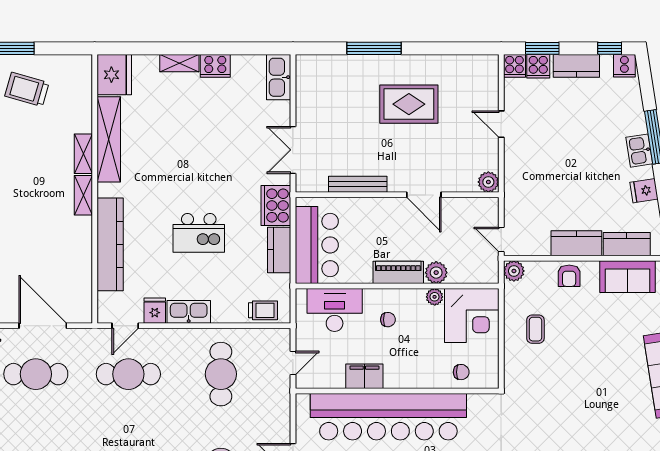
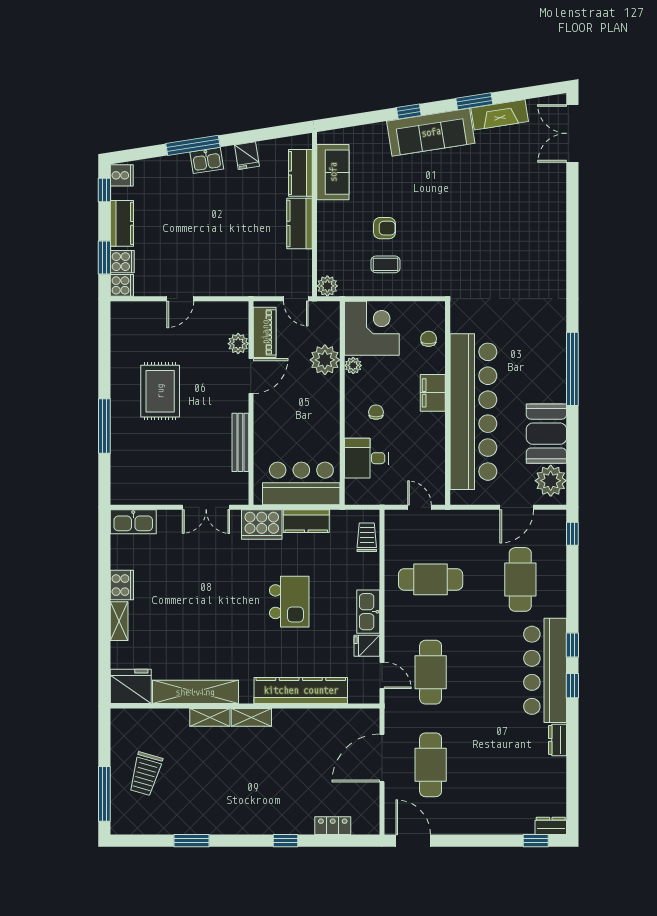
plant: (488, 182) -> (238, 344), moved
door: (501, 239) -> (296, 299), hinge flipped
piano: (398, 272) -> (265, 332), moved, turned 180
plant: (436, 273) -> (325, 360), width x1.36, depth x1.36
armchair: (569, 276) -> (385, 228), moved
desk: (335, 310) -> (366, 458), width x0.73
filing cabinet: (364, 376) -> (433, 393), moved

